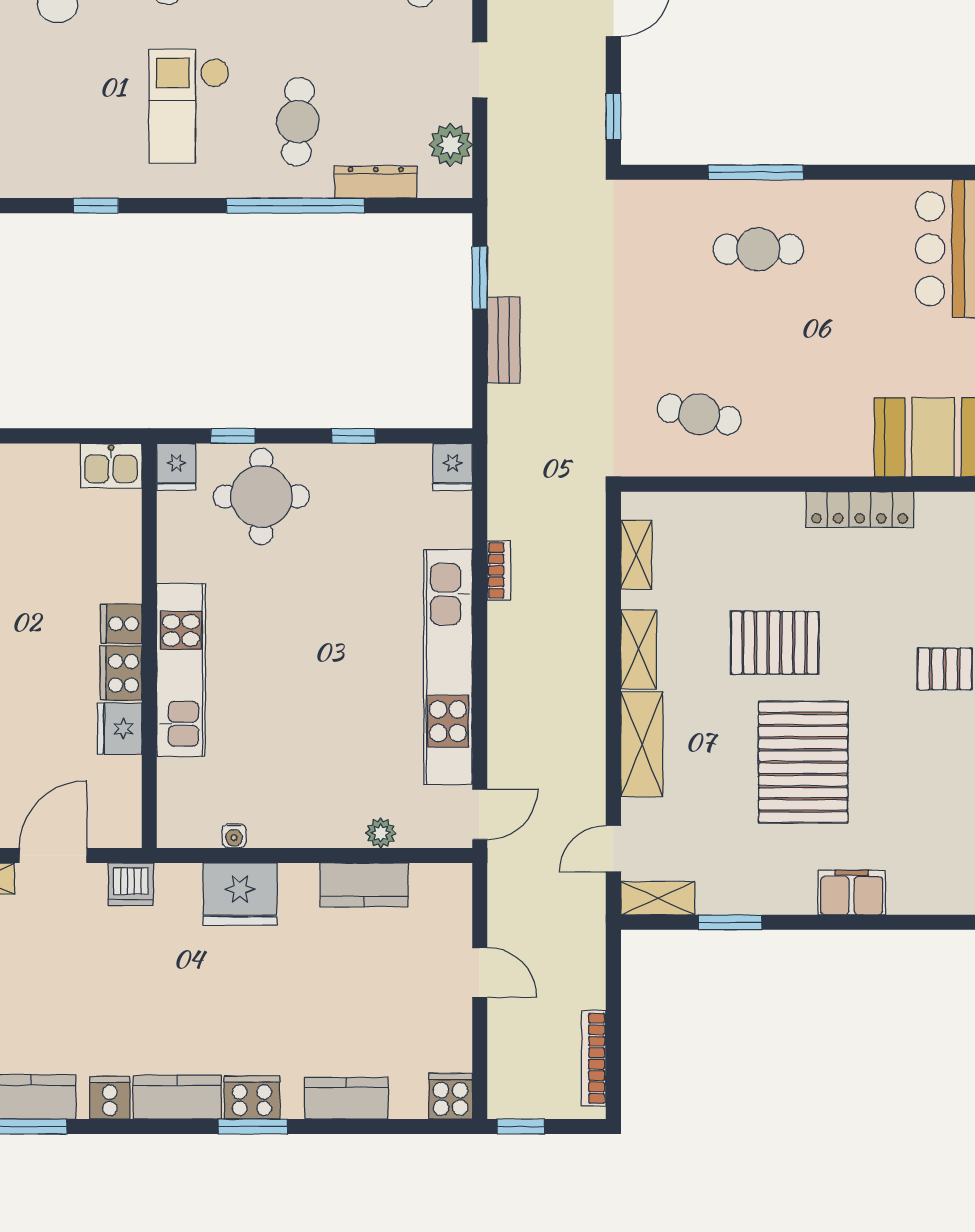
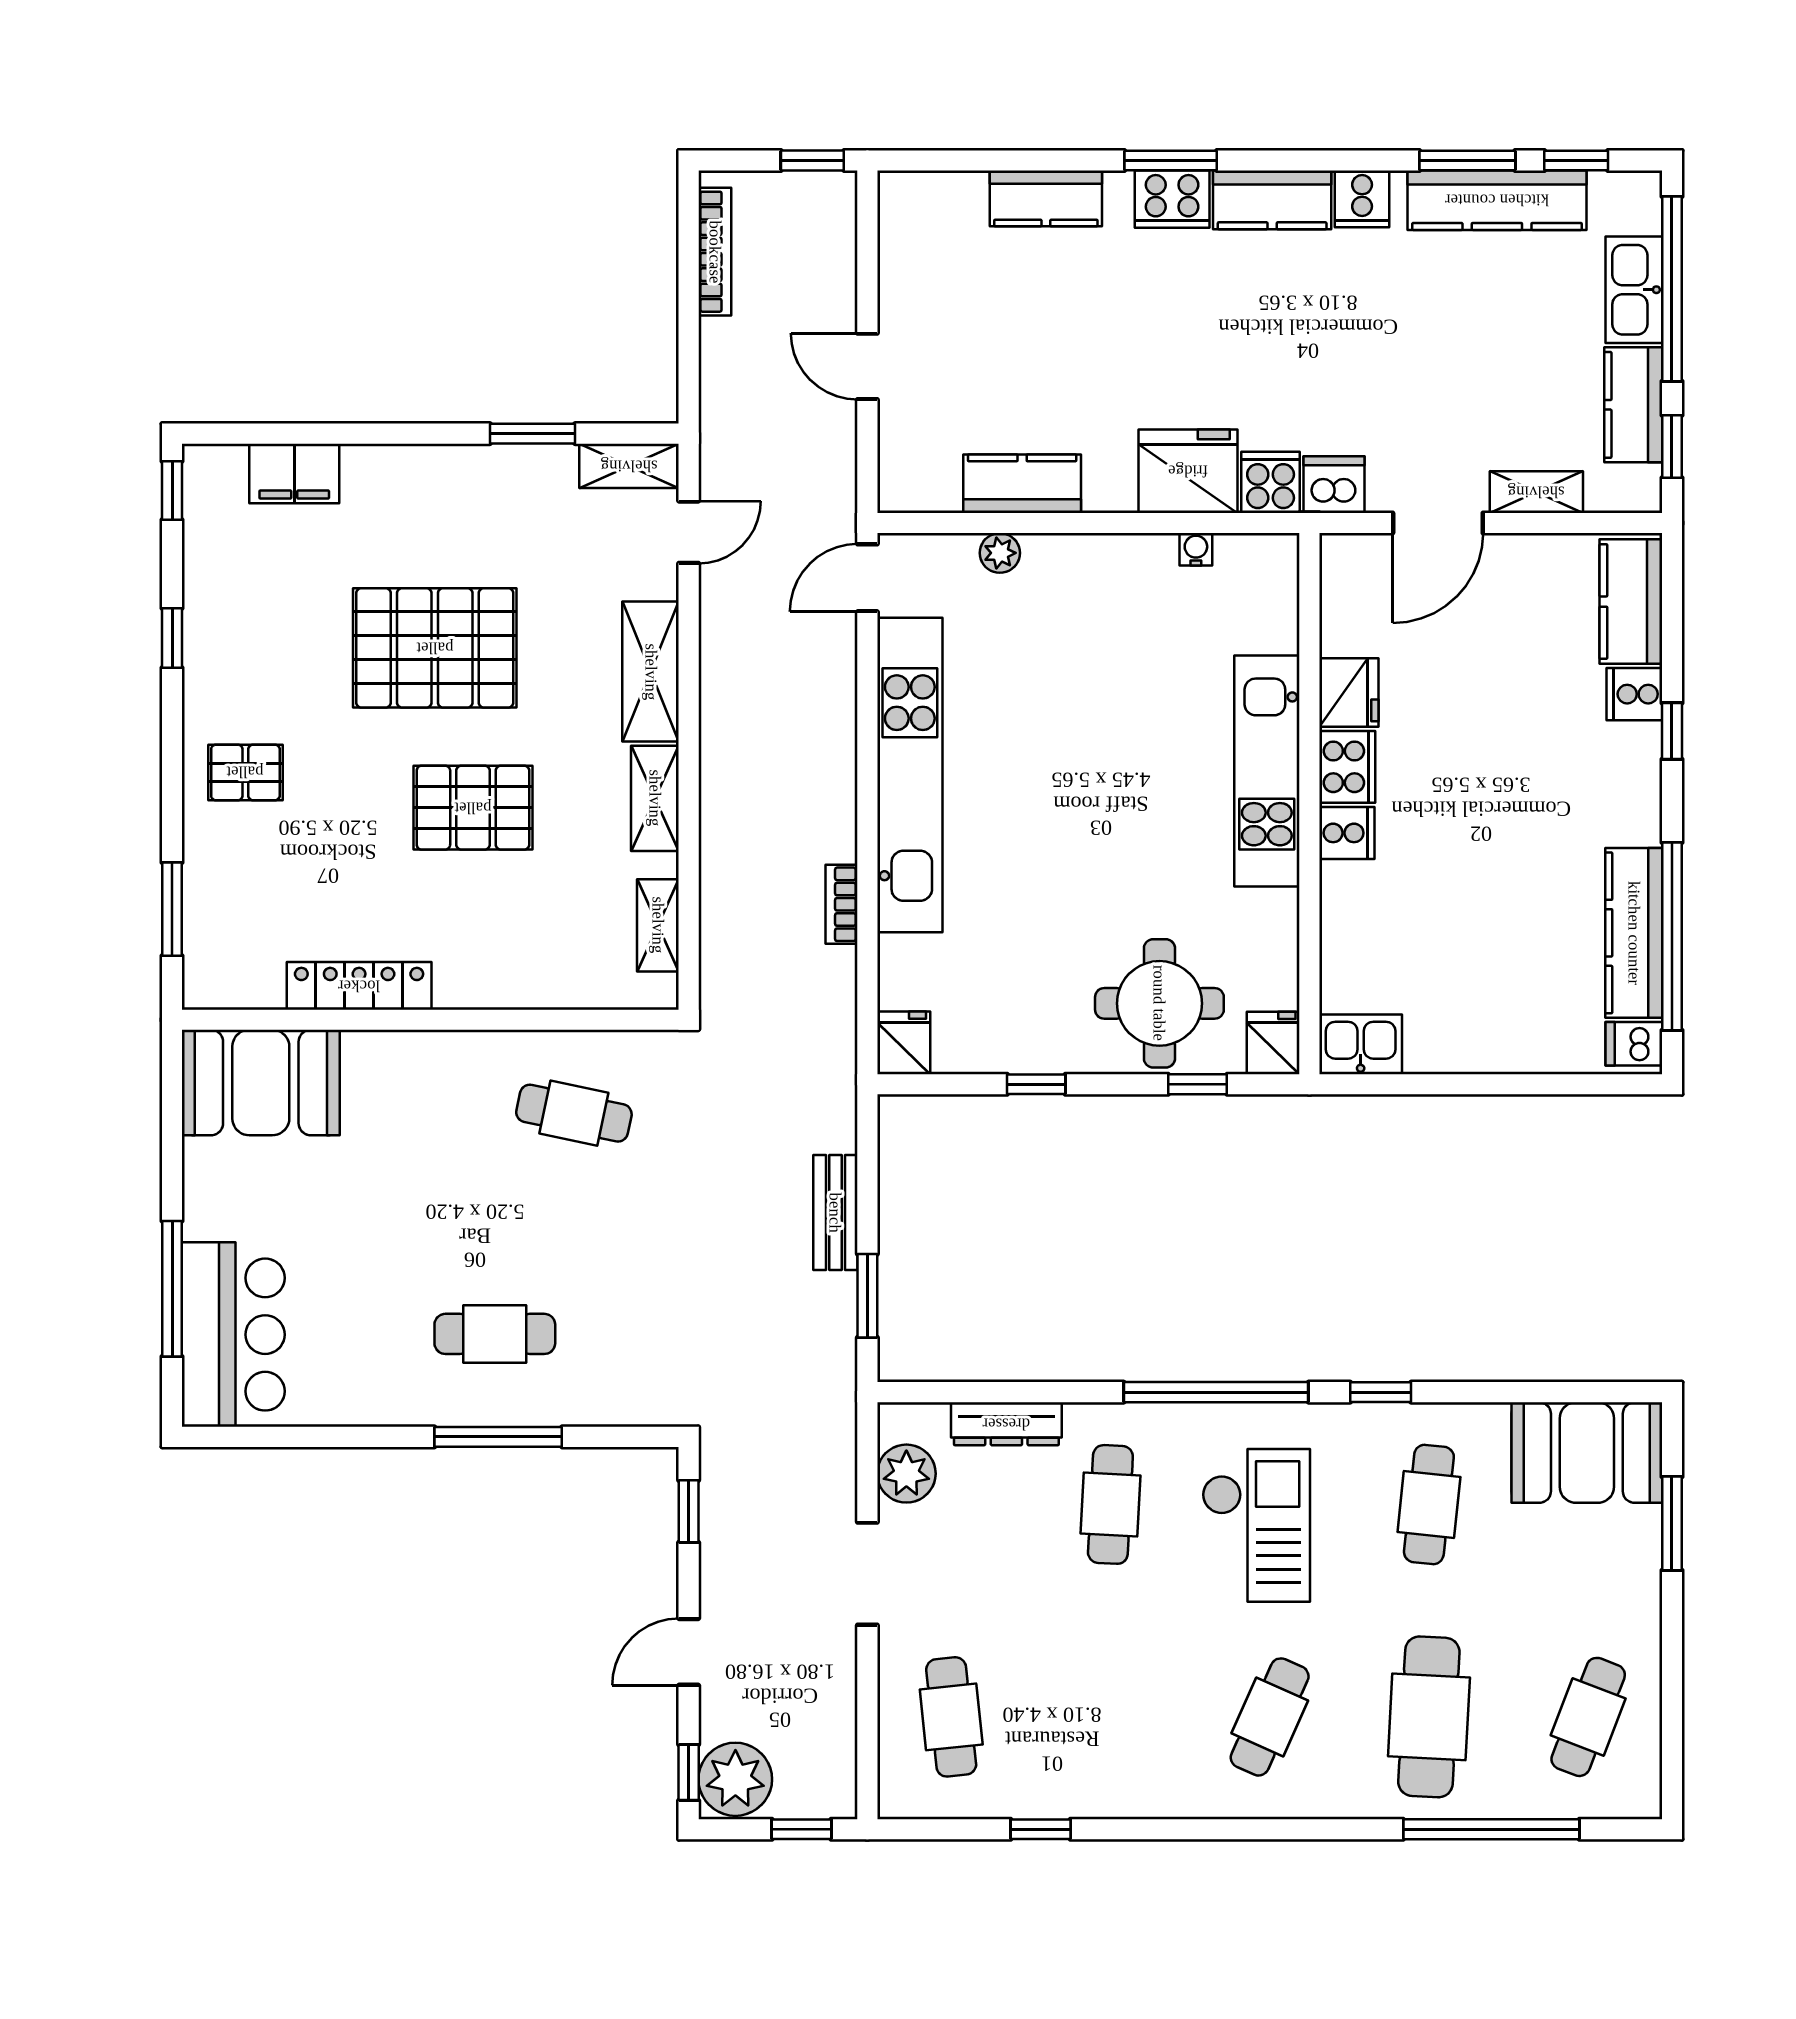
doorway: (480, 70) -> (867, 1574), width x1.38
cafe table: (60, 122) -> (1429, 1504), added
window: (295, 206) -> (1216, 1392), moved
pallet: (803, 762) -> (435, 648), turned 90
filing cabinet: (852, 892) -> (294, 474), moved
cooker: (451, 1096) -> (1271, 482), moved, turned 180

